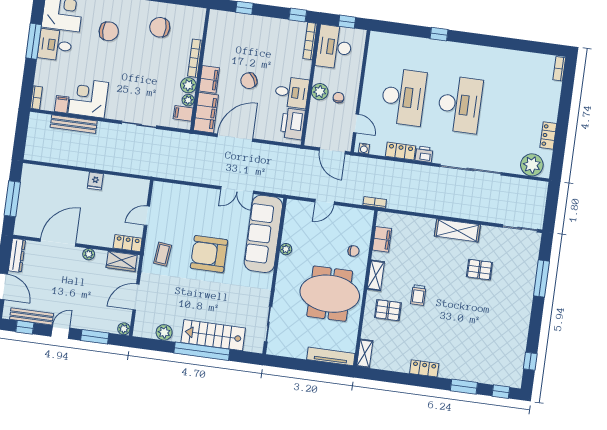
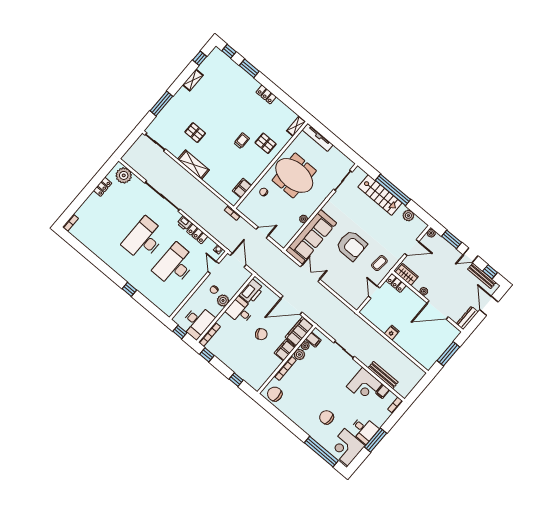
chair: (160, 27) -> (275, 394), moved, turned 180
door: (147, 216) -> (374, 292), swing flipped
shelving: (376, 275) -> (193, 80), moved

